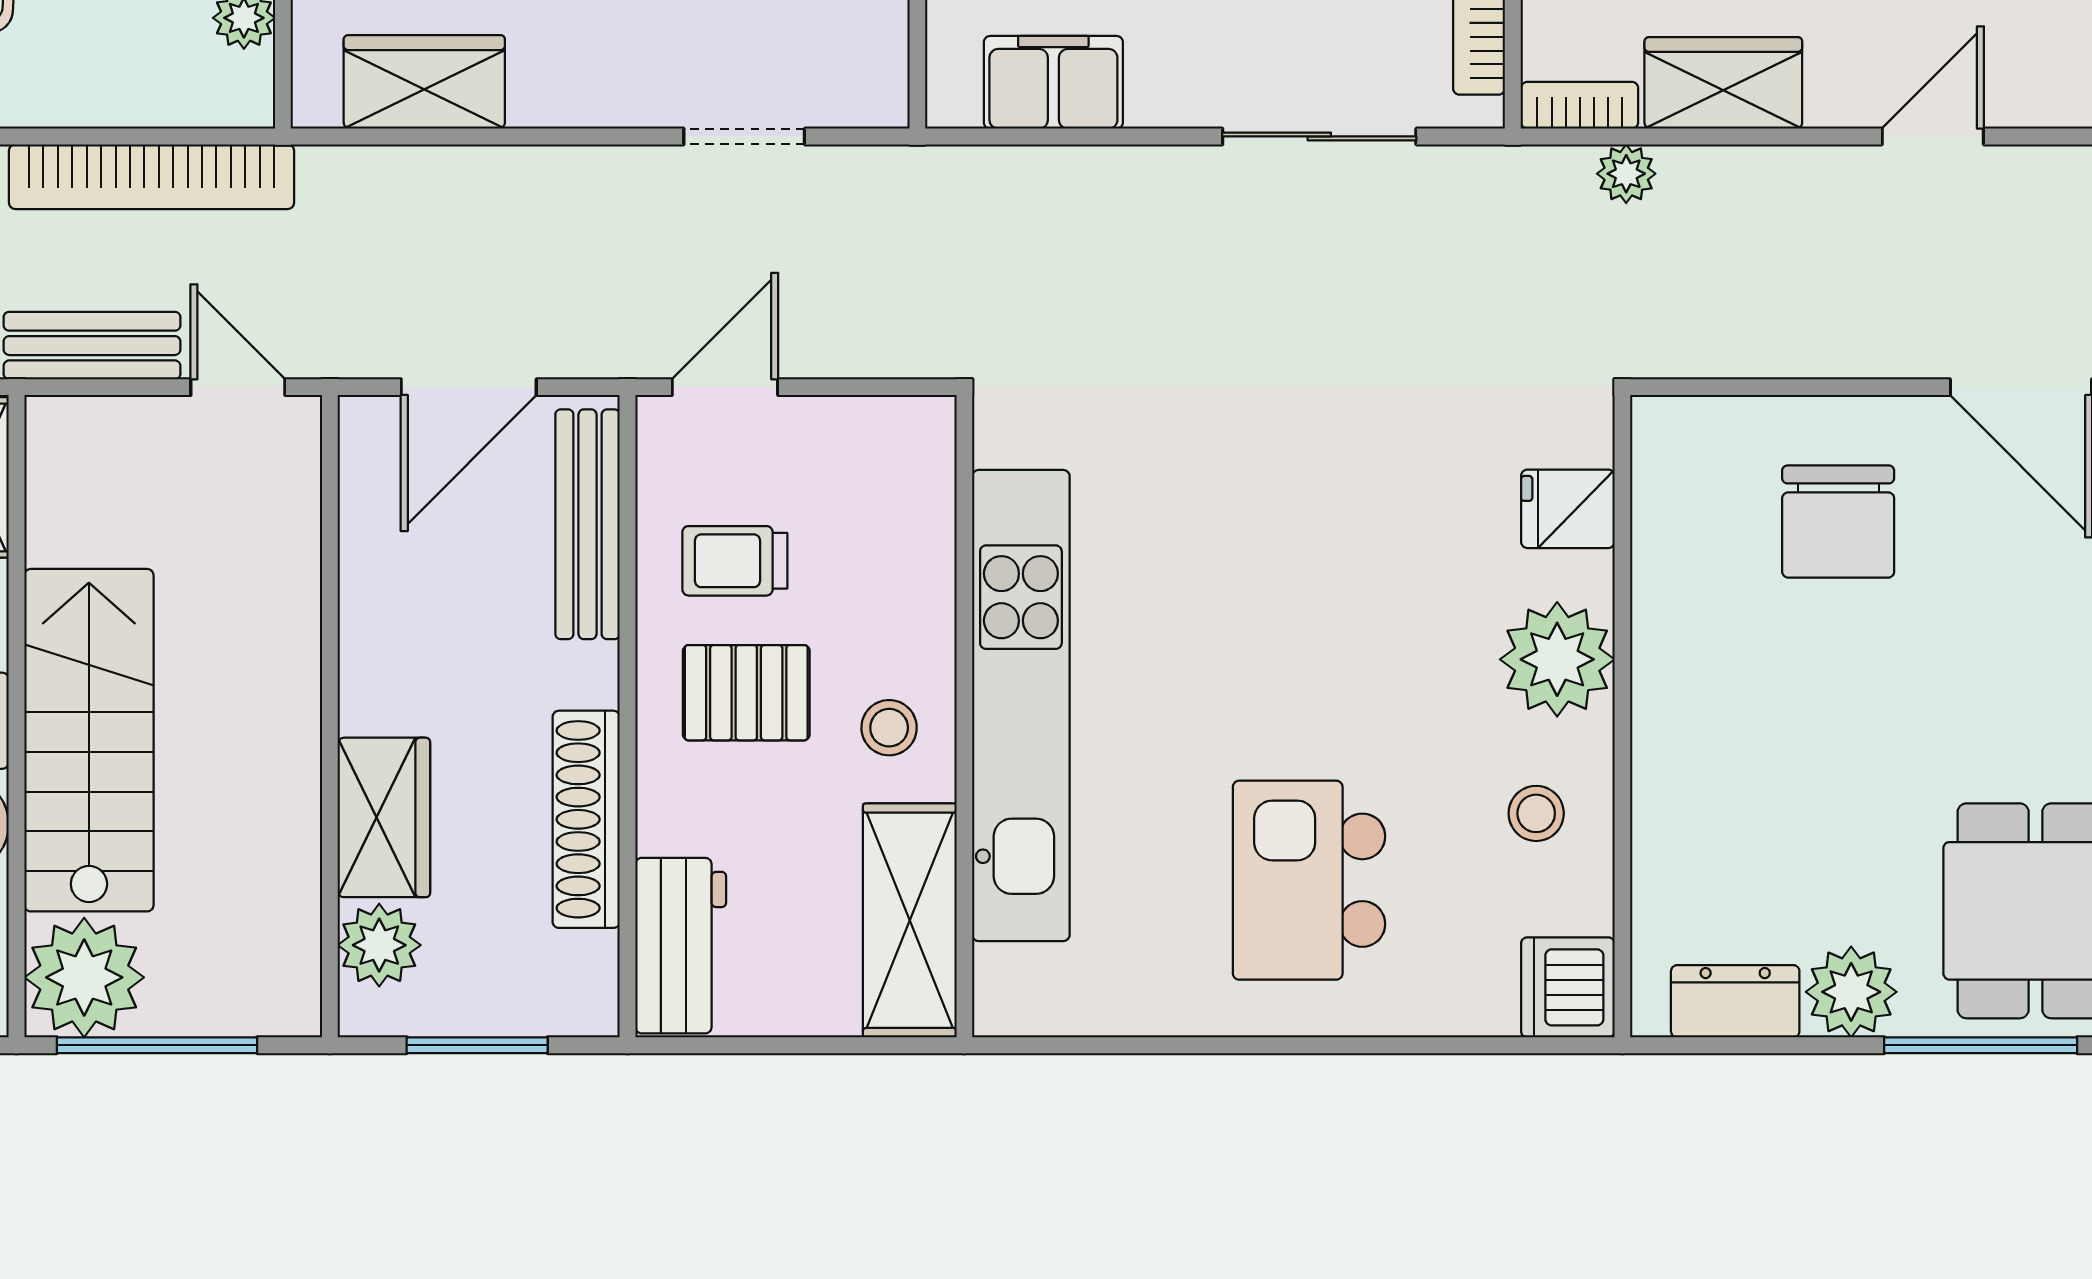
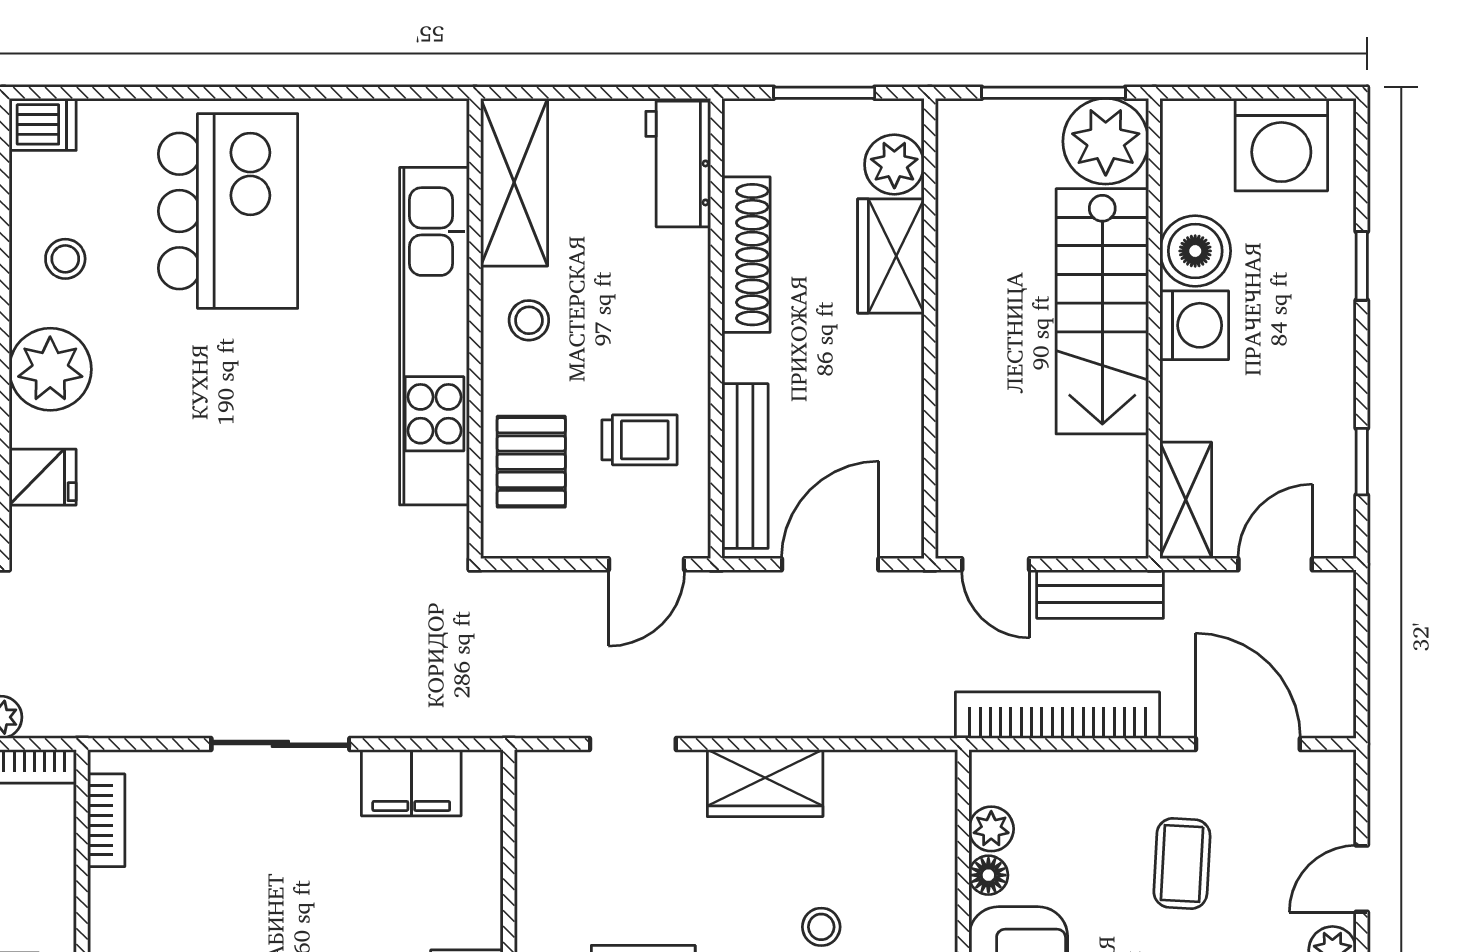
wardrobe: (424, 82) -> (765, 783), moved
sliding door: (1319, 136) -> (280, 744), moved
pallet: (746, 693) -> (531, 462), moved, turned 90
kitchen island: (1309, 880) -> (228, 211), width x1.37, depth x1.28
dishwasher: (1568, 987) -> (43, 124), width x0.73

